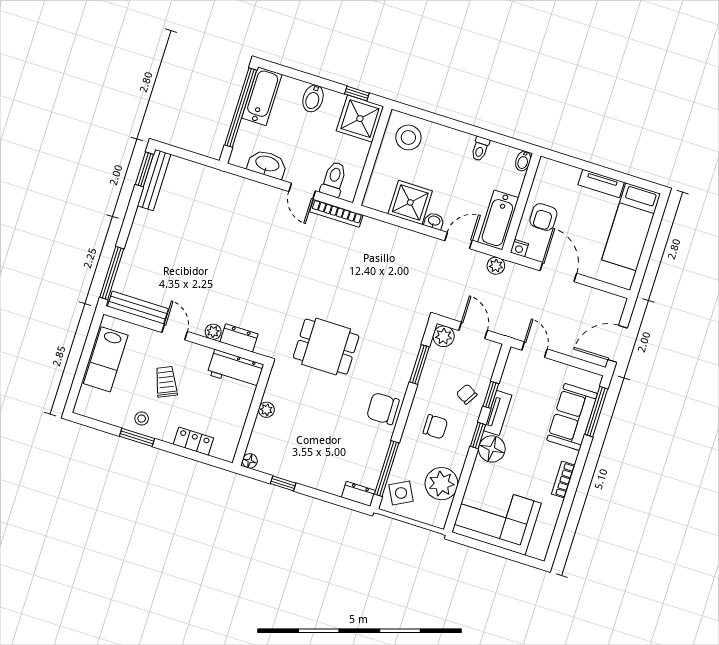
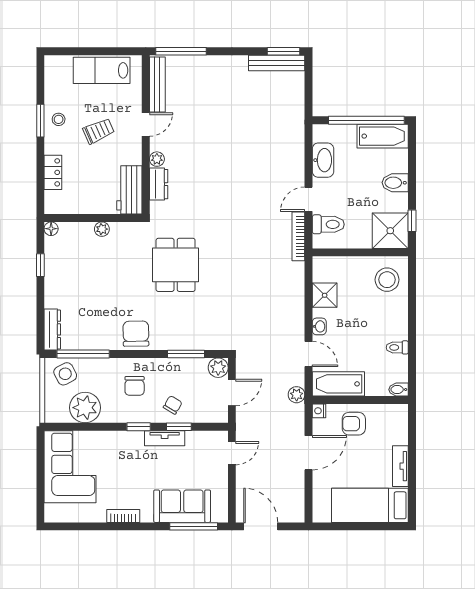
shower: (410, 202) -> (325, 295), width x0.73, depth x0.73
floor lamp: (492, 449) -> (131, 443), removed
dresser: (358, 494) -> (52, 329), width x1.44

